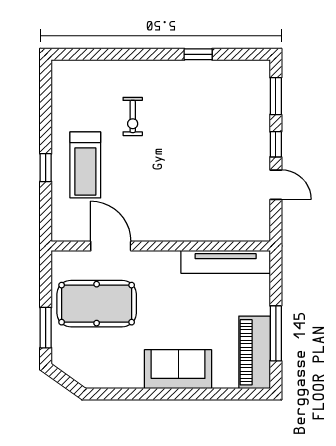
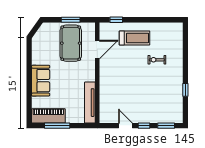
treadmill: (85, 165) -> (135, 38), turned 180
window: (46, 168) -> (116, 20), moved
door: (276, 185) -> (125, 126), swing flipped
window: (46, 328) -> (71, 20), moved

